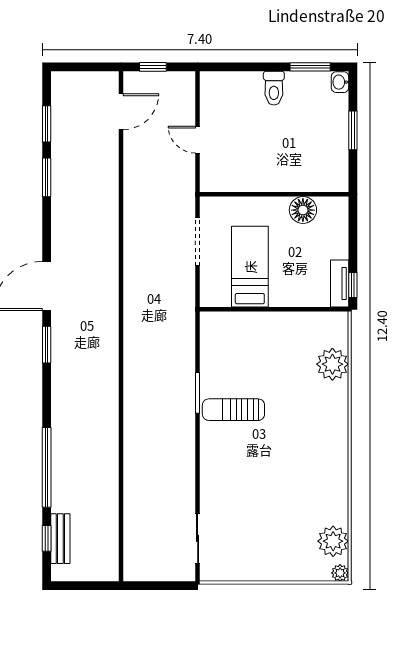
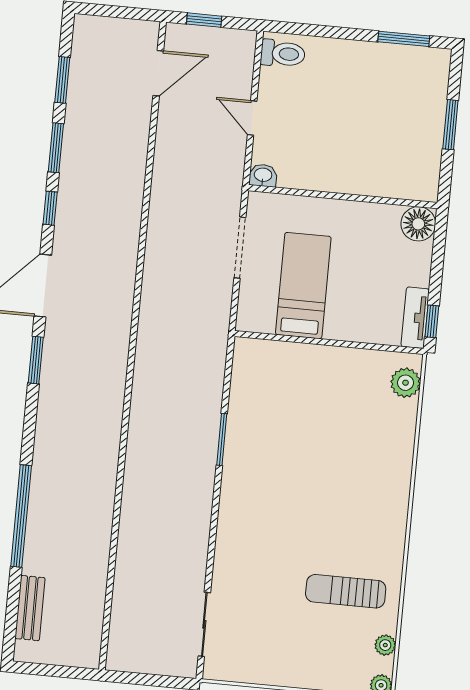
washbasin: (340, 82) -> (263, 175), moved, turned 90
toilet: (274, 88) -> (283, 54), moved, turned -90
floor lamp: (303, 210) -> (418, 224), moved
plant: (332, 364) -> (405, 383), moved, width x0.73, depth x0.73
sun lounger: (233, 410) -> (346, 591), moved
window: (47, 538) -> (50, 208), moved
plant: (333, 541) -> (385, 645), width x0.53, depth x0.53

